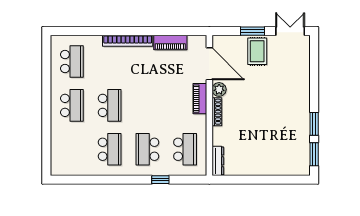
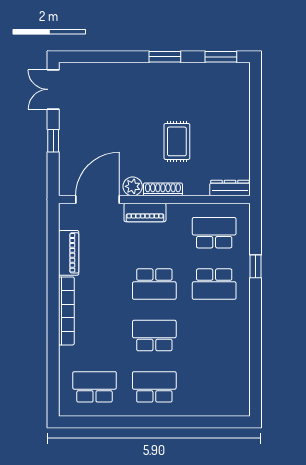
window: (252, 31) -> (53, 141), width x0.67
rug: (257, 51) -> (177, 141), moved, turned 90
window: (314, 124) -> (165, 57), moved
school desk: (110, 149) -> (154, 284), moved, turned 180

